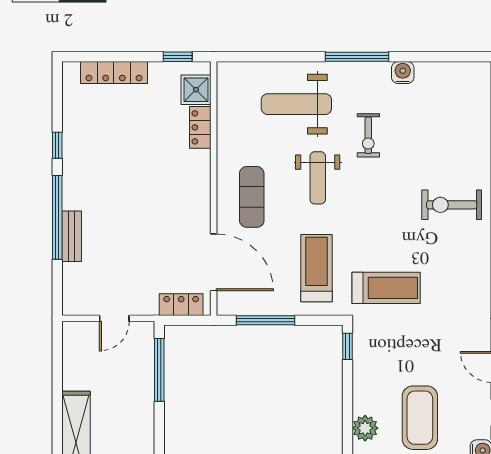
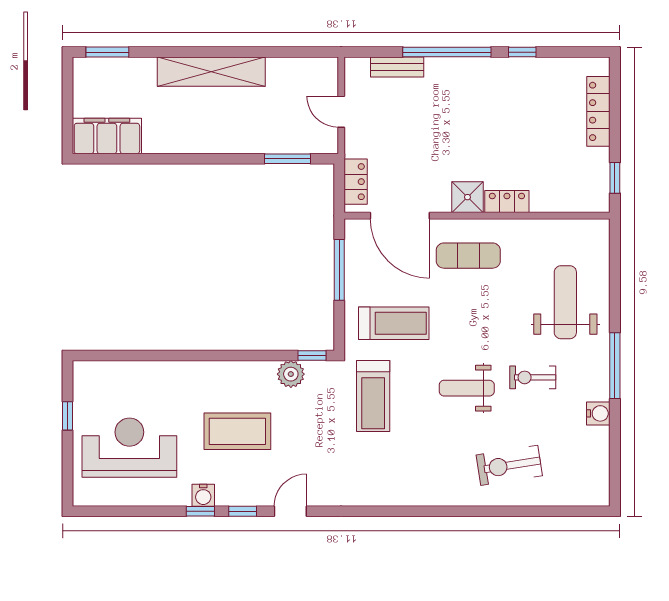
shower: (196, 90) -> (467, 197), moved
locker: (200, 127) -> (507, 202), moved
weight bench: (318, 178) -> (467, 388), moved
exercise bike: (452, 205) -> (509, 465), moved, turned -99
bench: (72, 236) -> (397, 67), moved
door: (214, 262) -> (400, 216), hinge flipped
window: (159, 370) -> (287, 159), width x0.69
plant: (365, 428) -> (291, 374), moved

